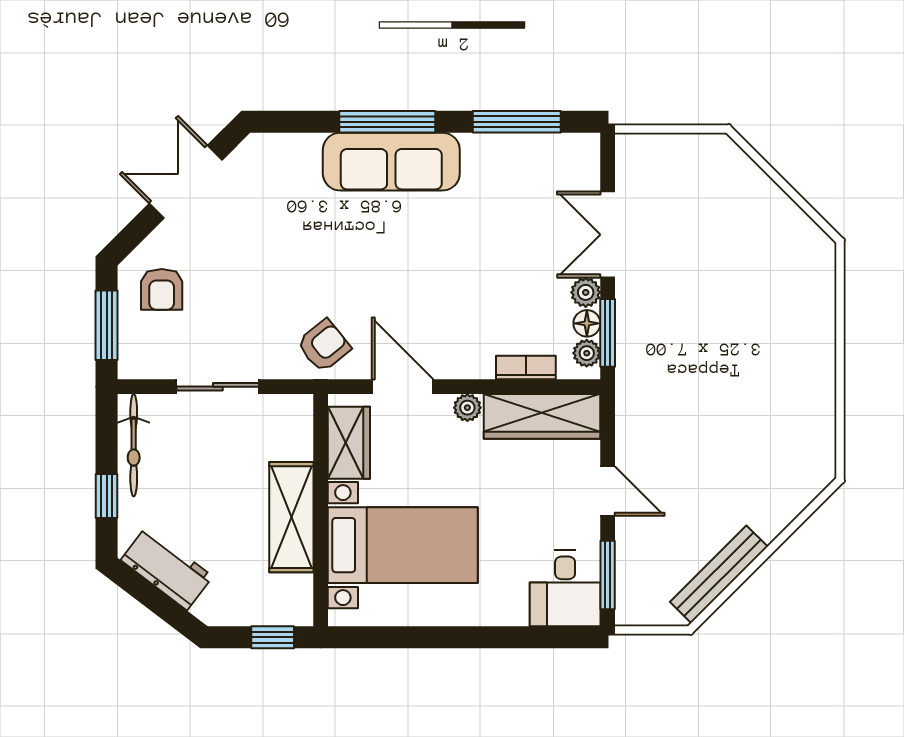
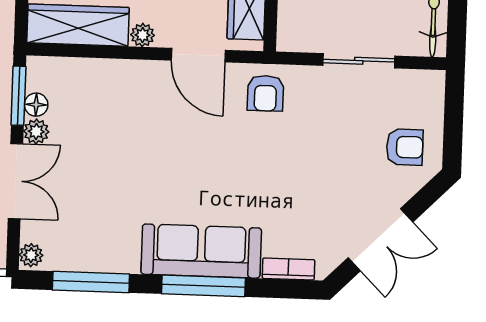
armchair: (162, 289) -> (405, 147), turned 90
window: (107, 325) -> (454, 118), removed
armchair: (324, 346) -> (265, 93), turned -51
plant: (587, 353) -> (31, 255), moved
bookcase: (526, 368) -> (288, 269), moved, turned 180

